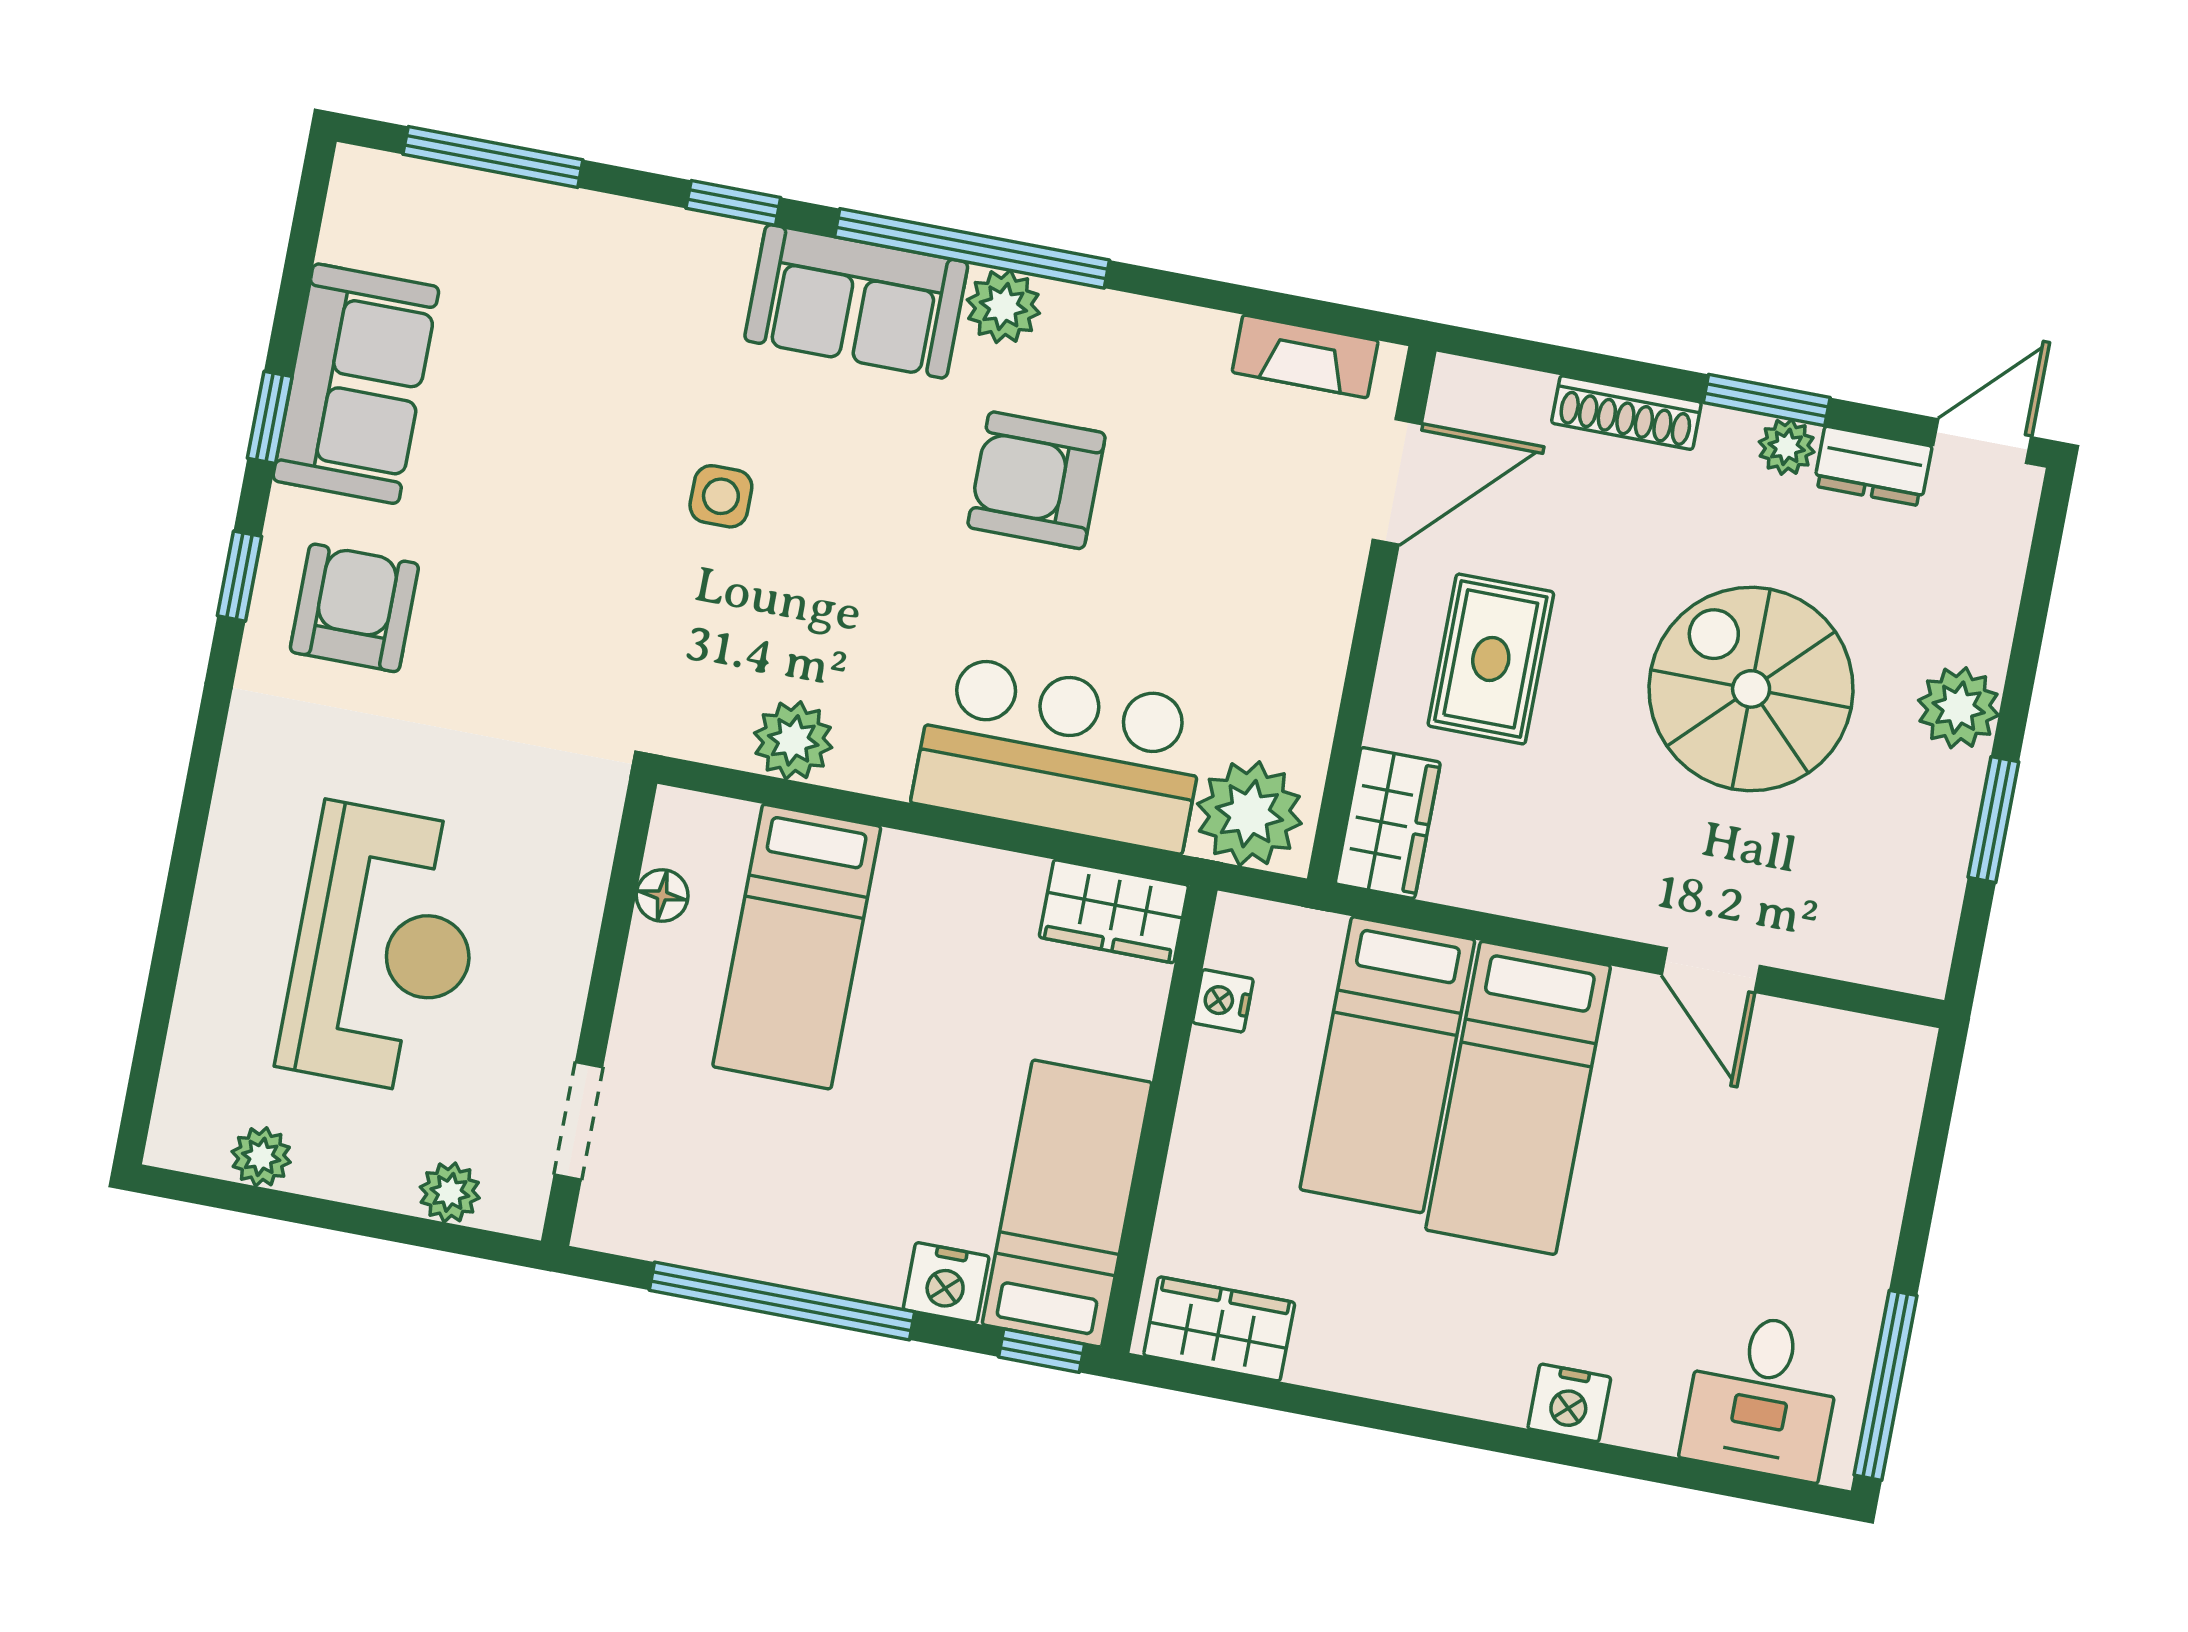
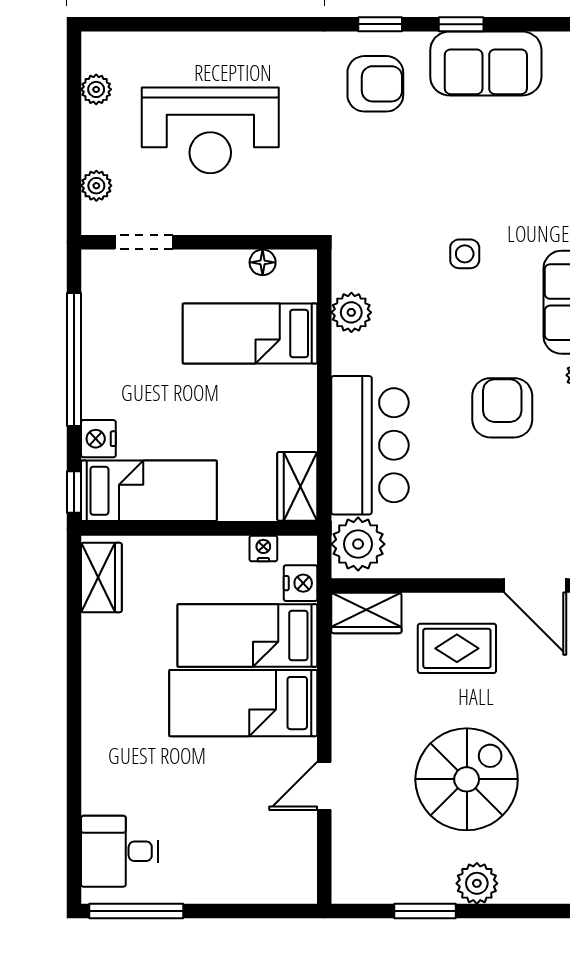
nightstand: (1569, 1403) -> (301, 583), moved, turned 180

